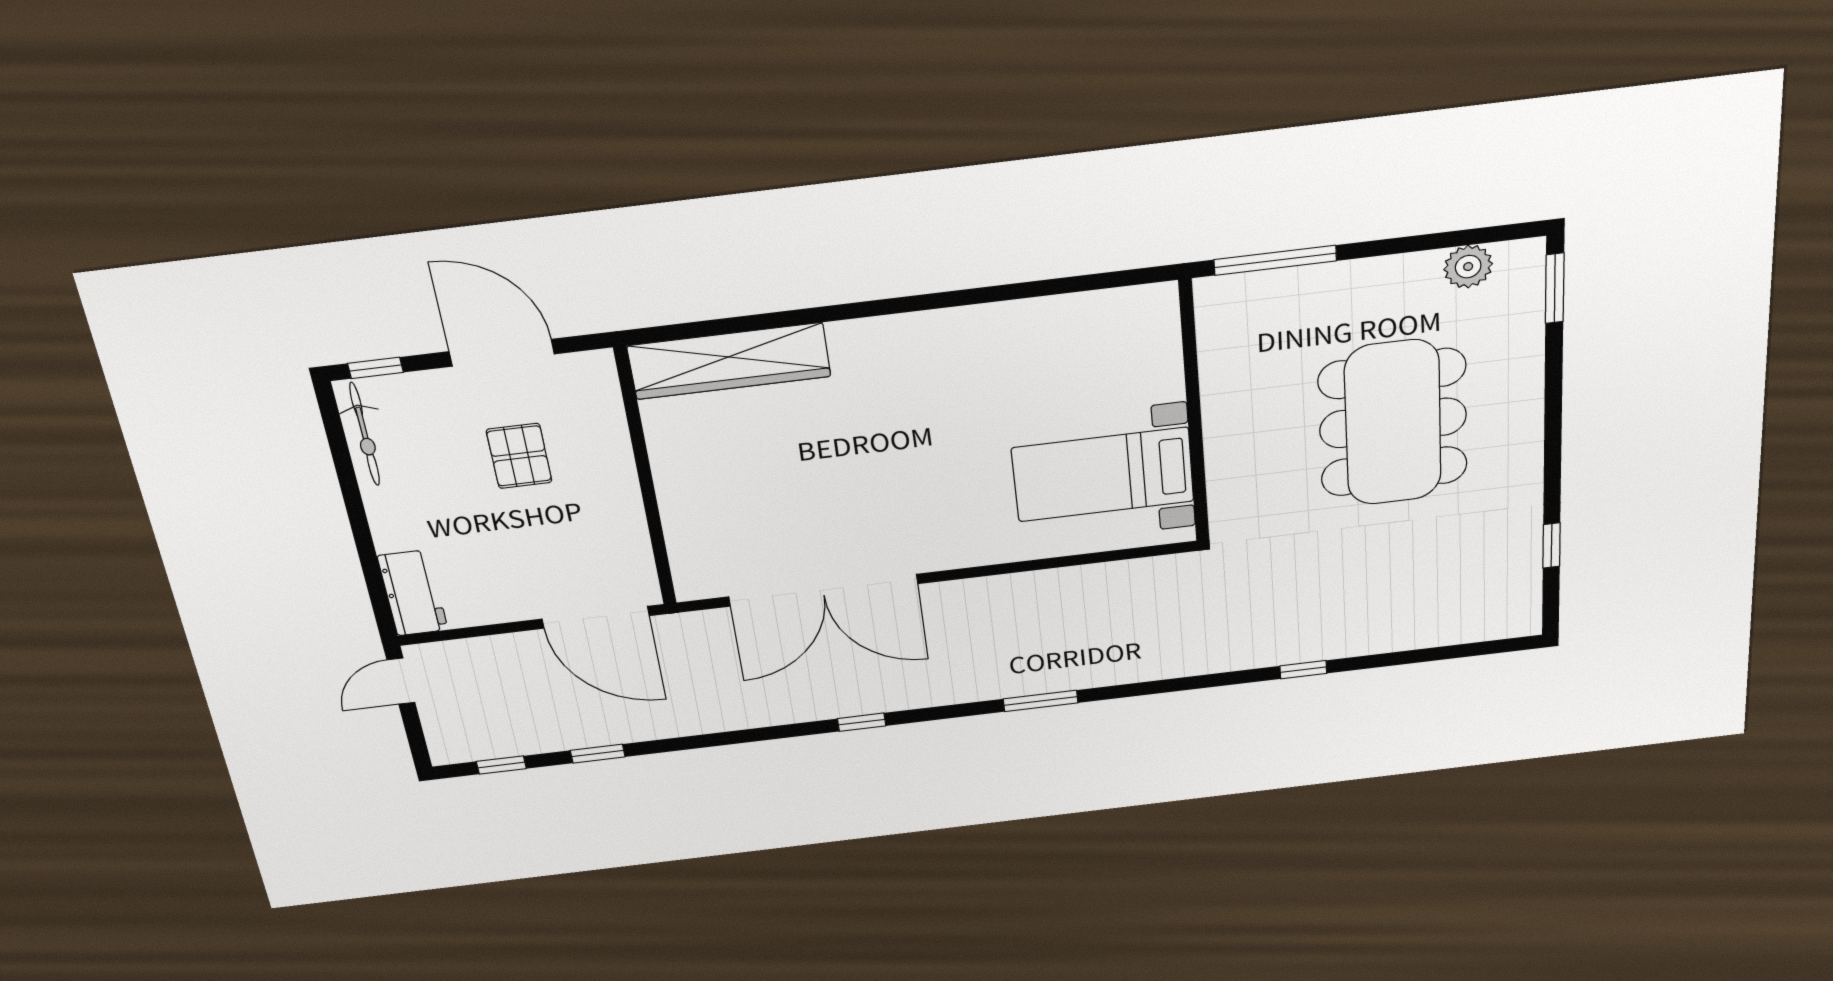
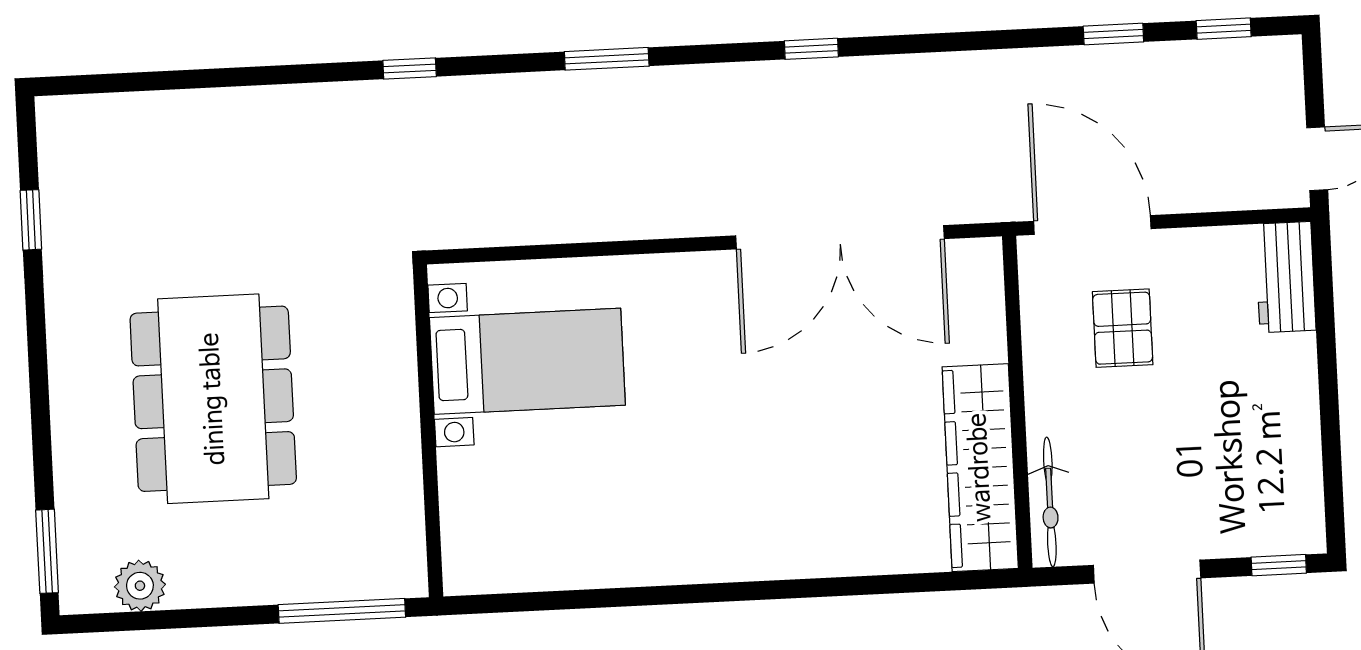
wardrobe: (729, 361) -> (980, 468), moved, turned -90
bicycle: (365, 434) -> (1050, 502), moved, turned 180
pallet: (519, 456) -> (1123, 328), moved
double door: (823, 590) -> (840, 237), swing flipped
window: (1303, 670) -> (410, 68), moved

